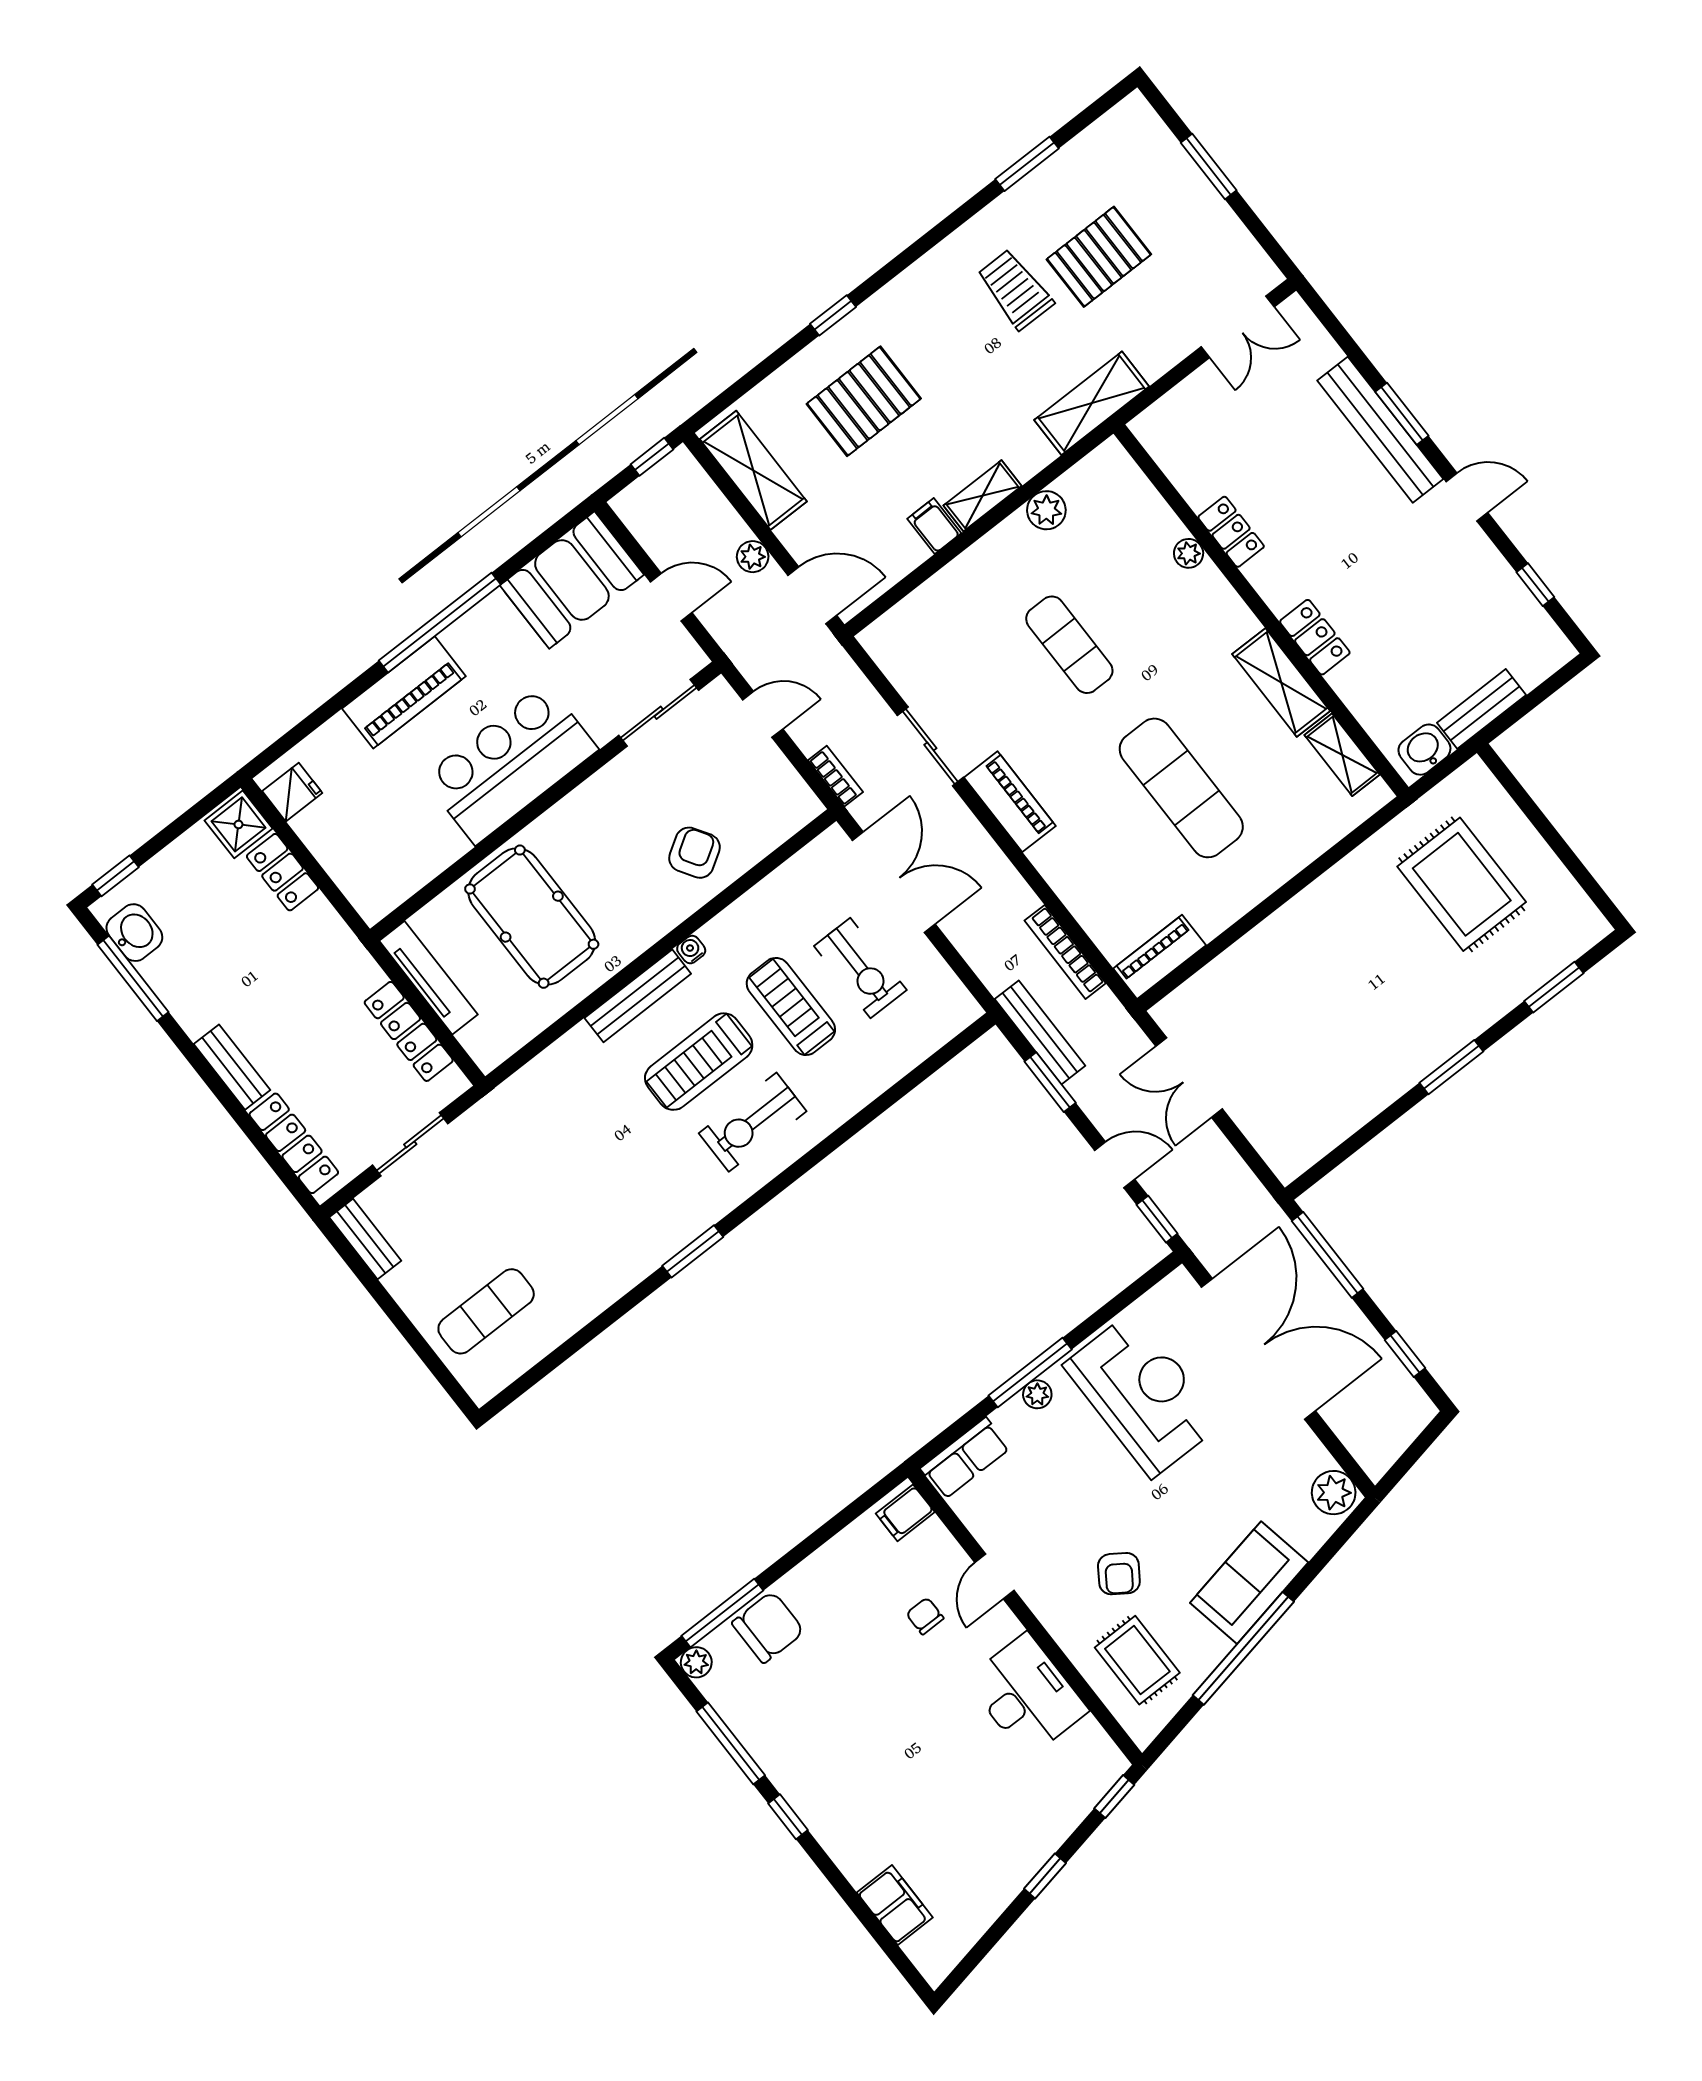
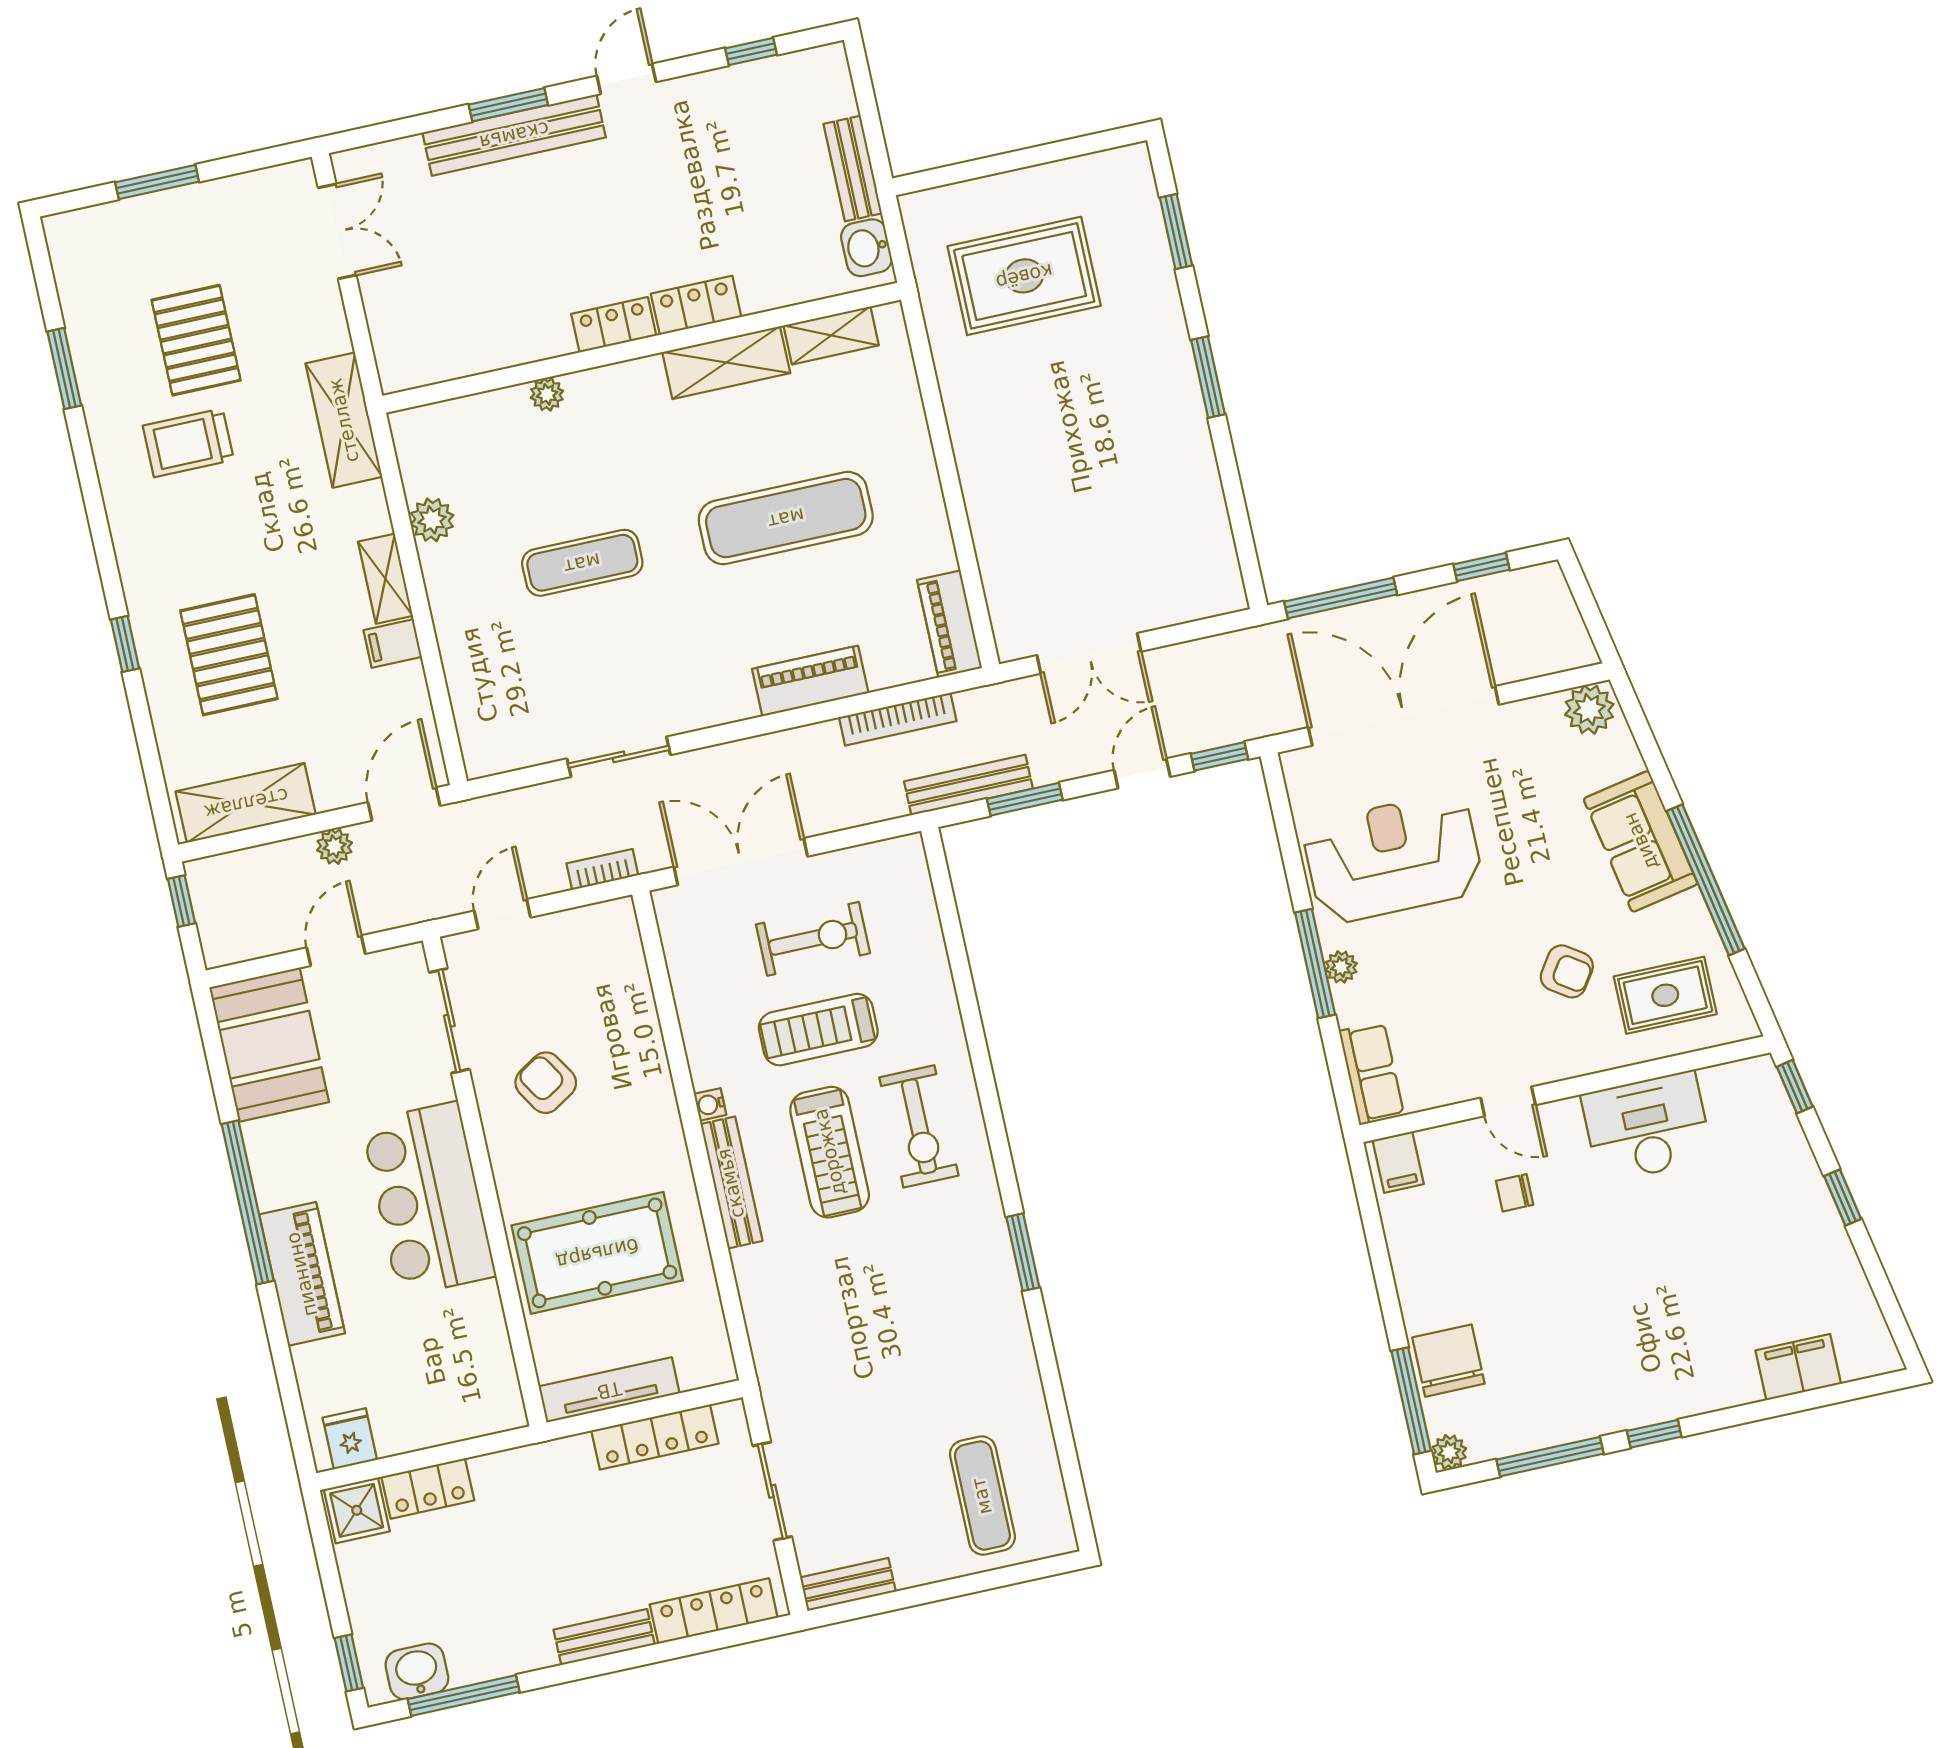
locker: (1231, 532) -> (614, 325), moved
piano: (1010, 802) -> (810, 681), moved
armchair: (694, 853) -> (546, 1083), moved

